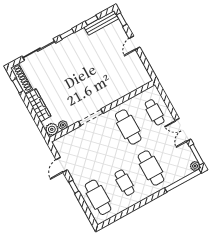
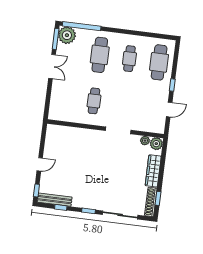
cafe table: (155, 112) -> (64, 97), removed
cafe table: (128, 127) -> (94, 101), width x0.73, depth x0.74
plant: (195, 166) -> (67, 35), width x1.87, depth x1.87

